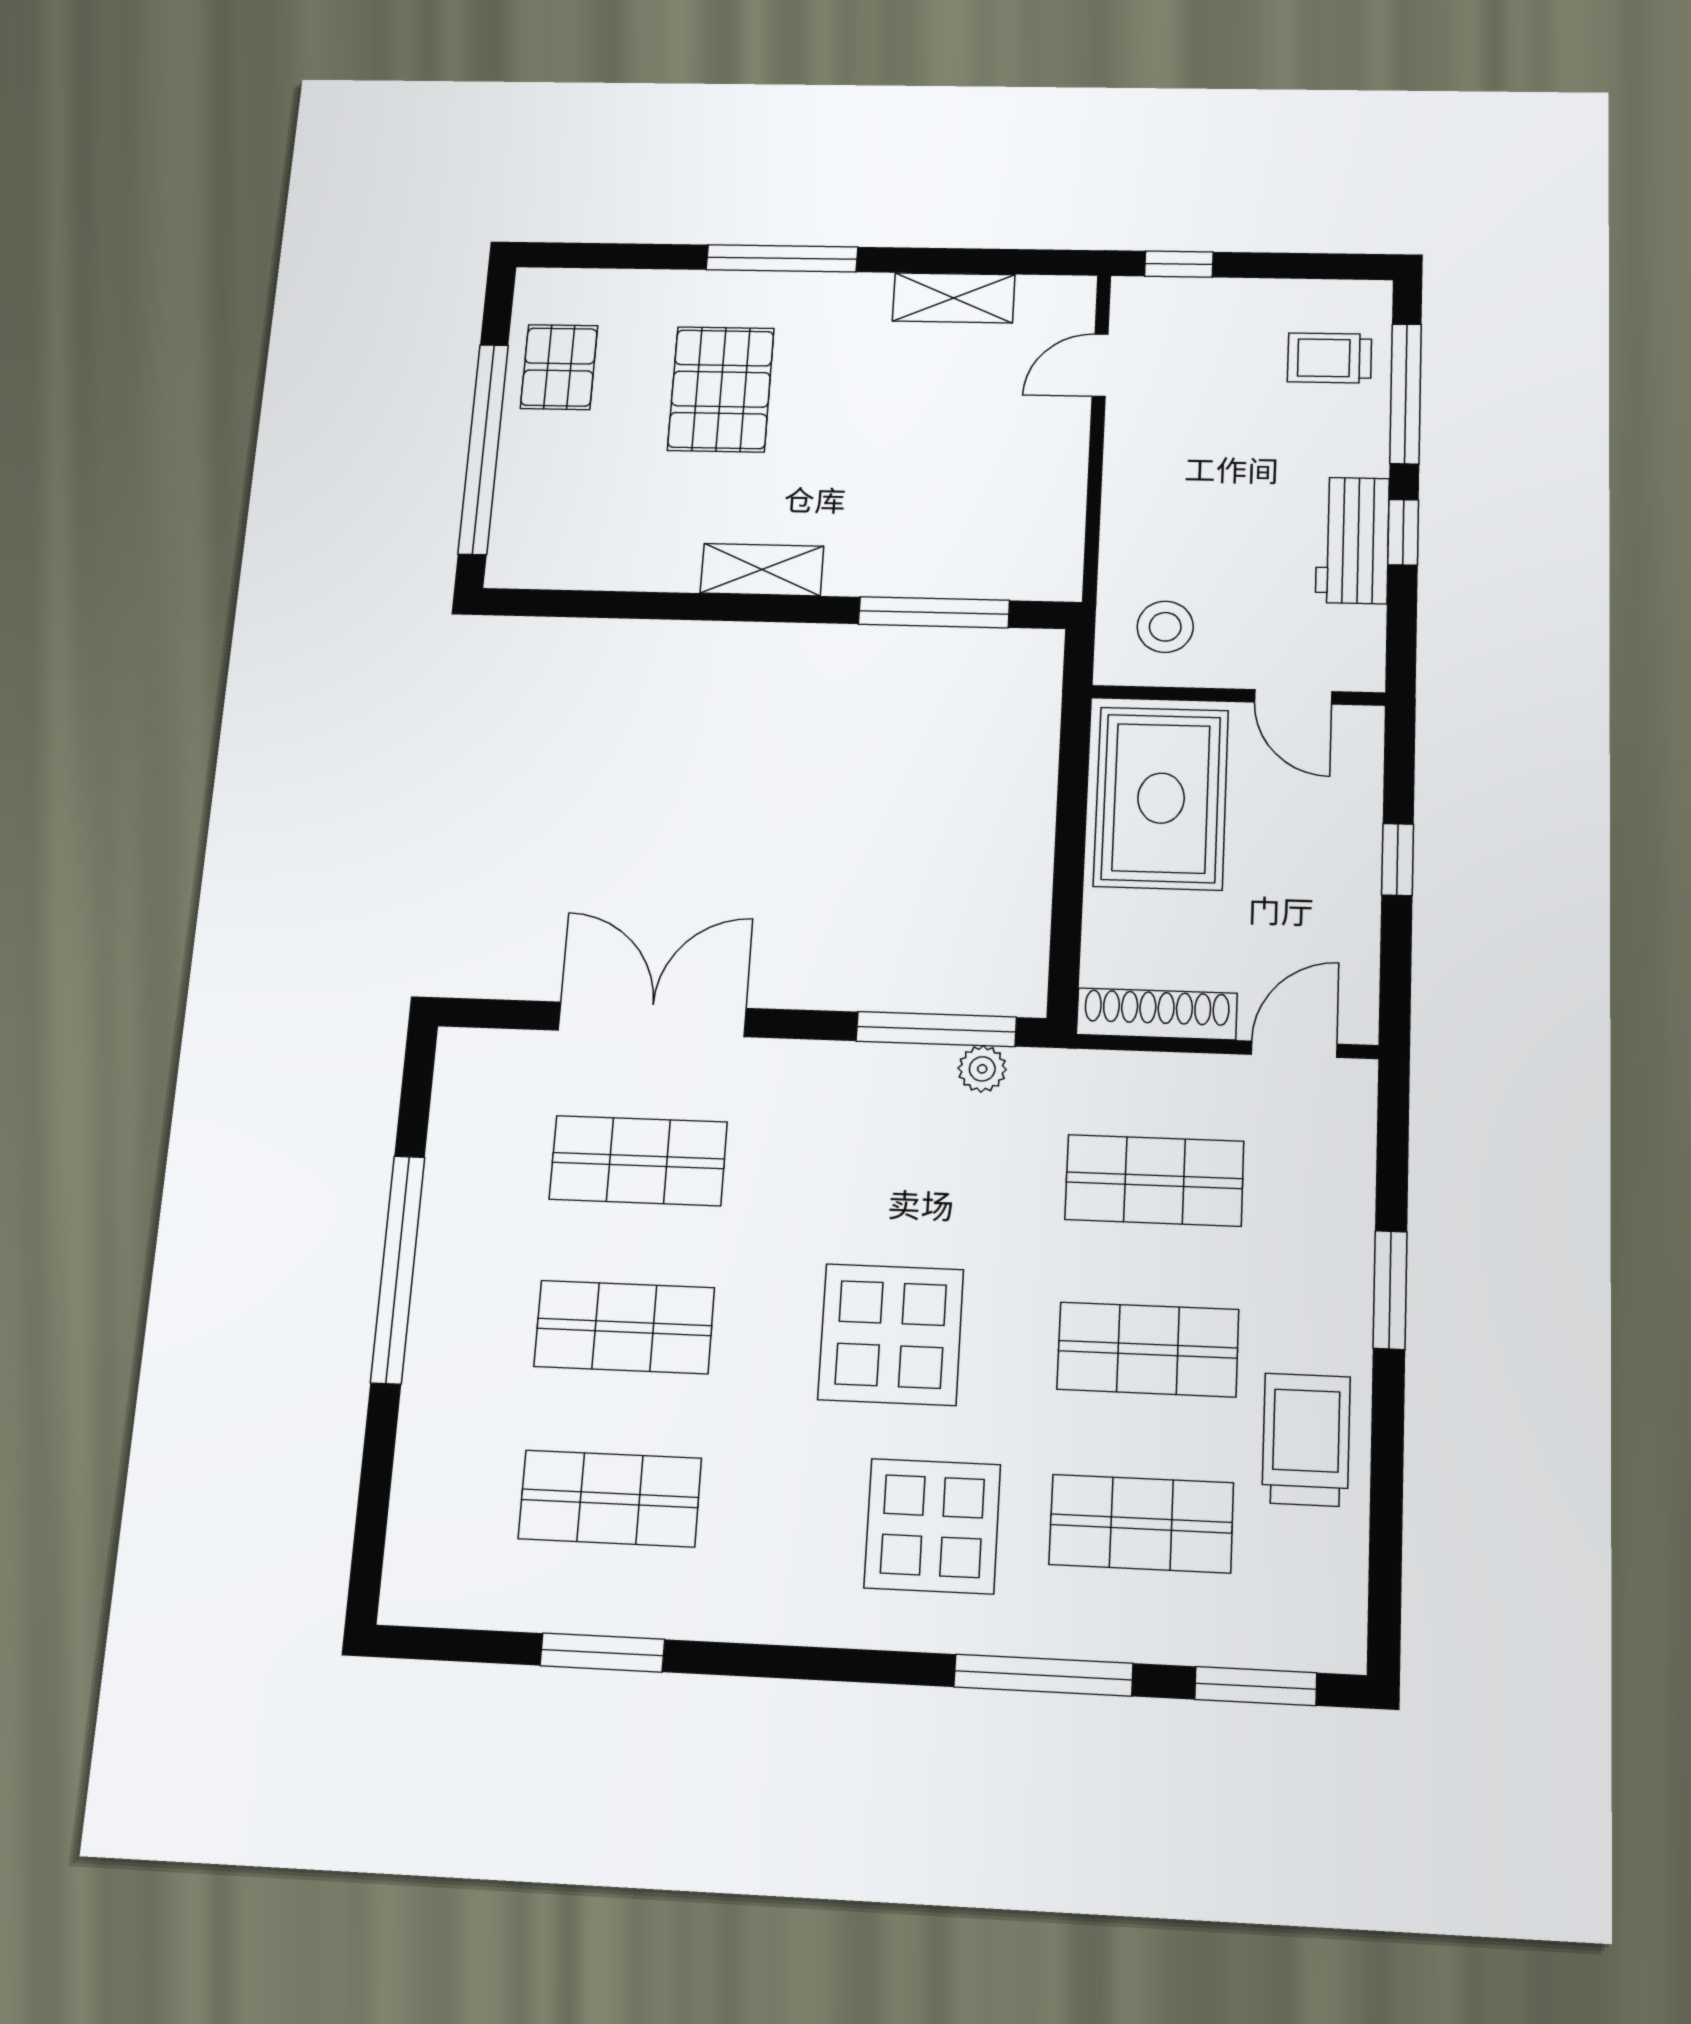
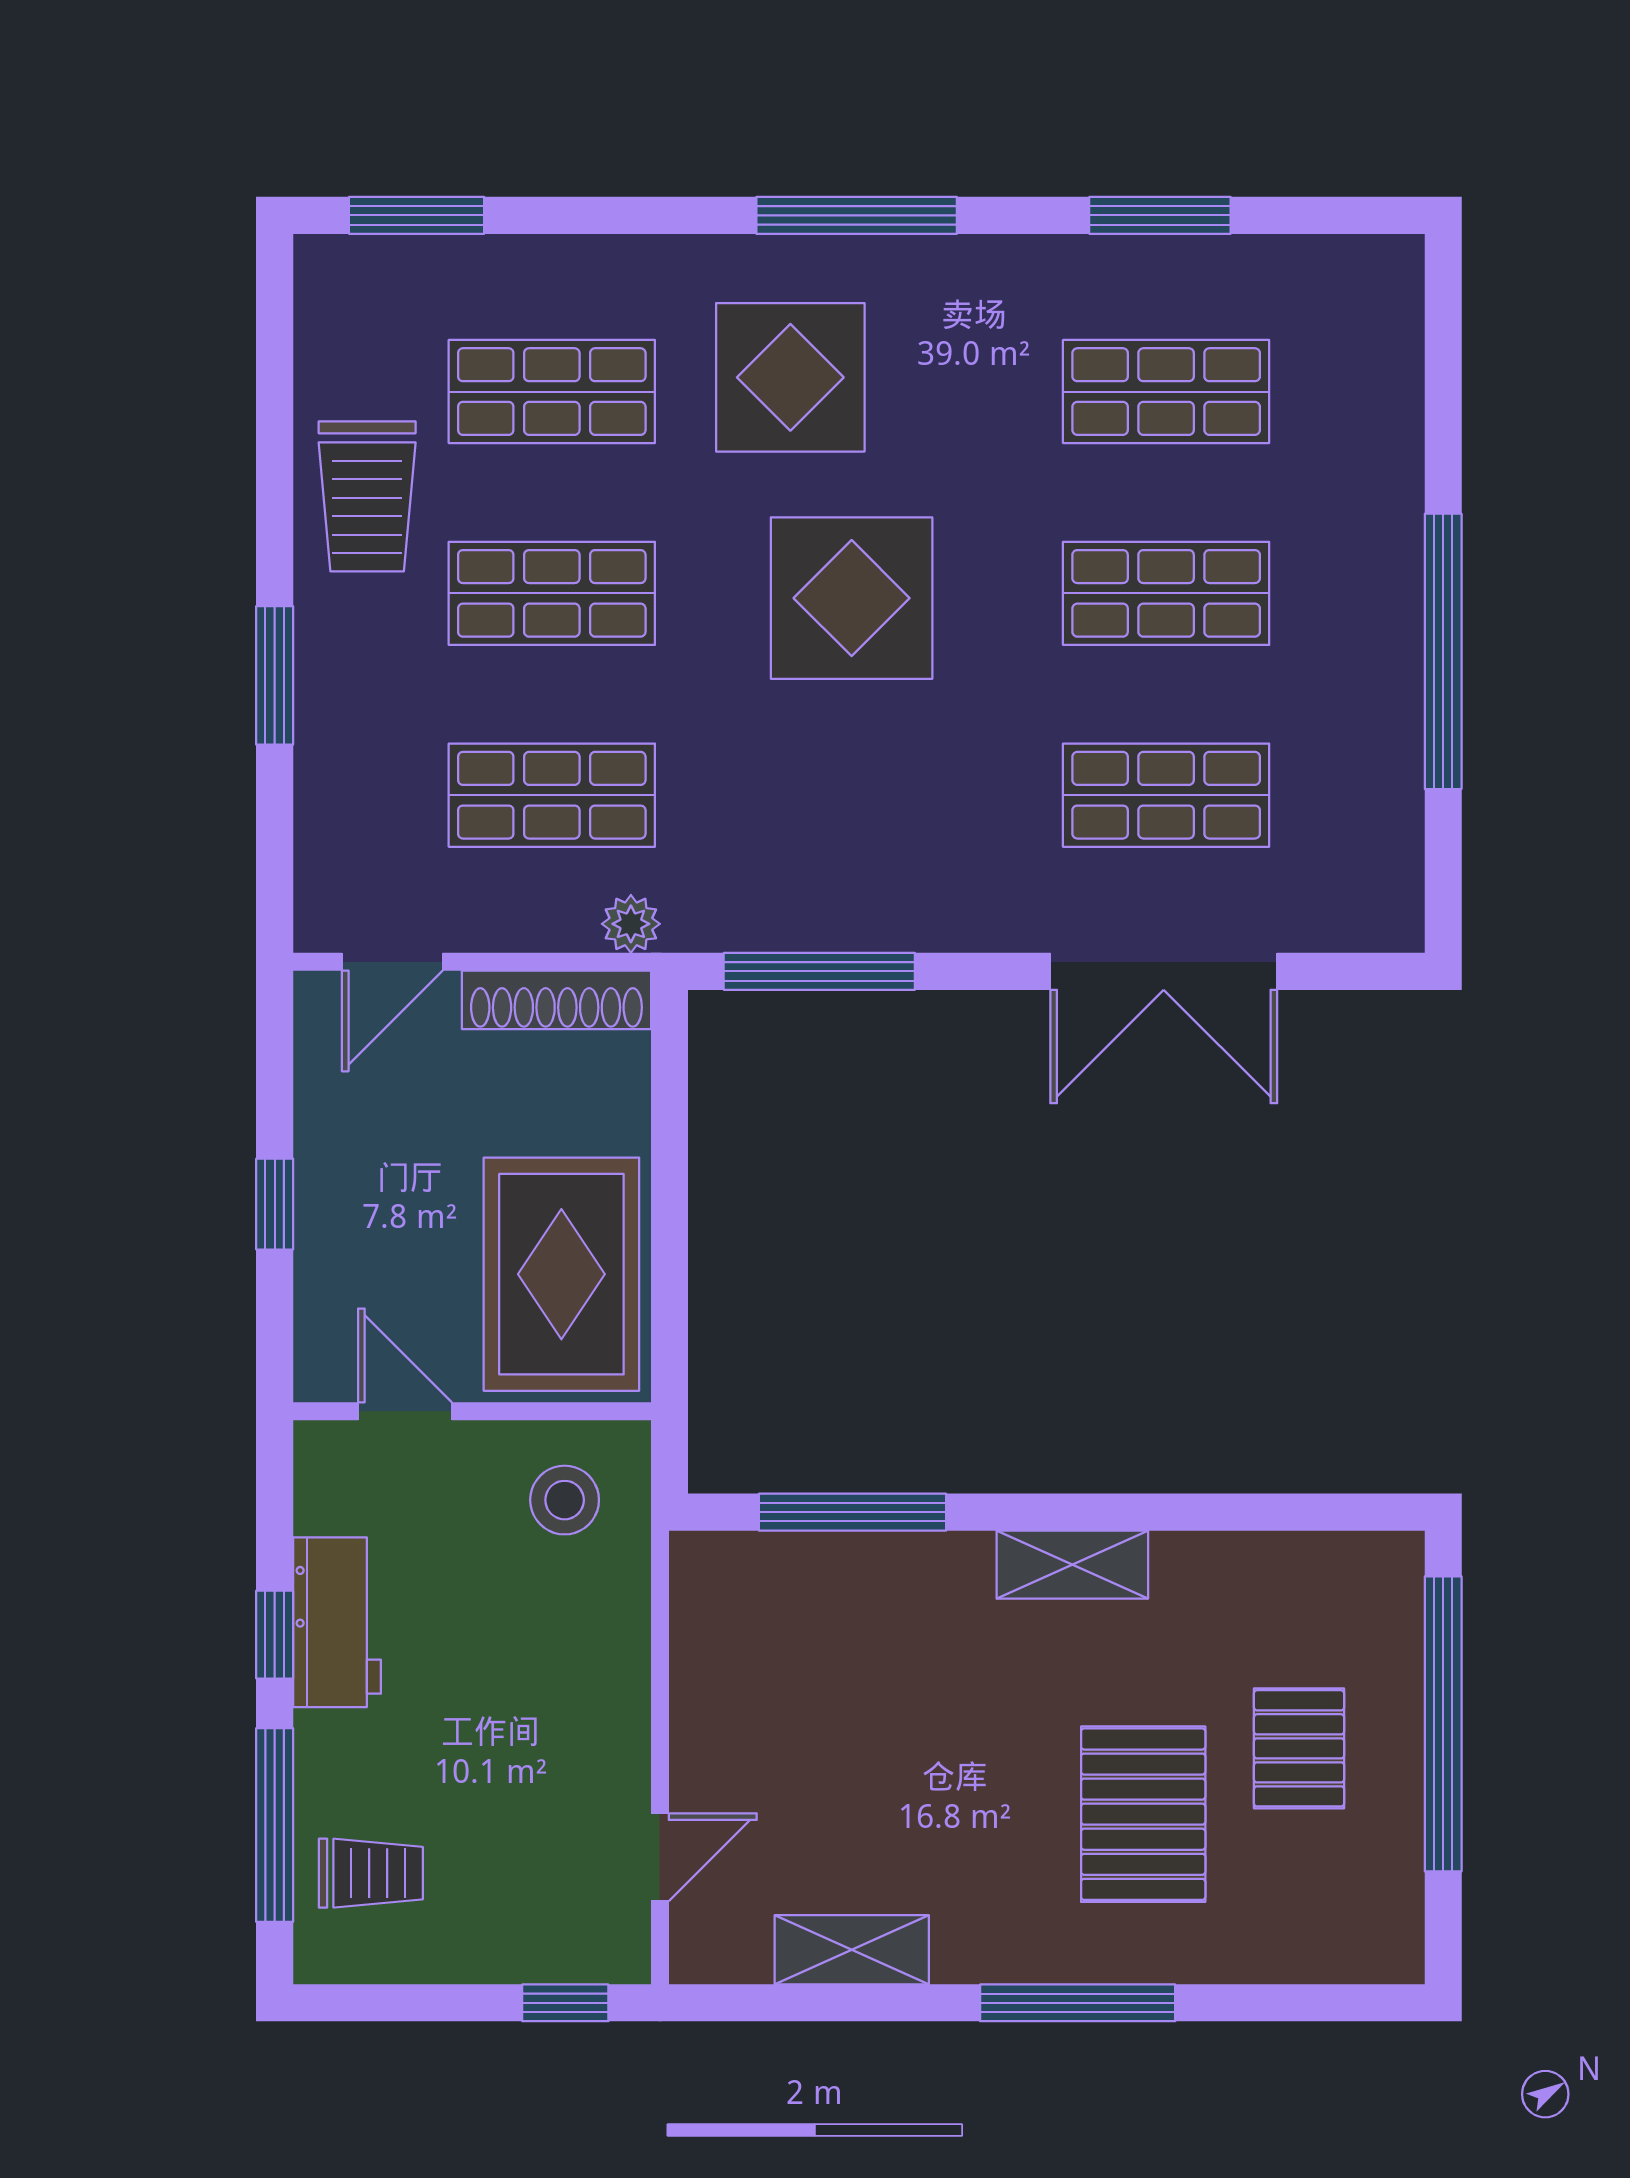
pallet: (559, 367) -> (1299, 1748), moved
plant: (982, 1069) -> (631, 924), moved
window: (1043, 1675) -> (857, 215), moved

